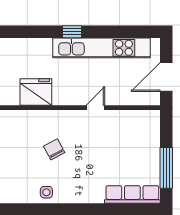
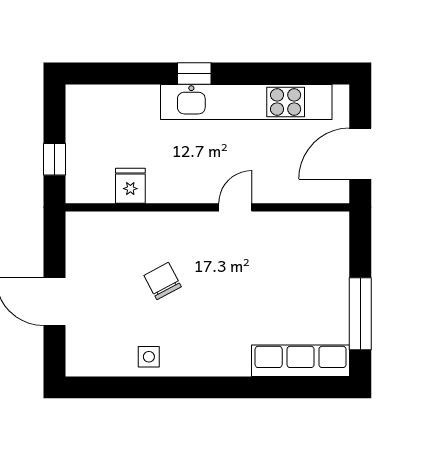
fridge: (36, 92) -> (130, 186), width x0.53, depth x0.75

